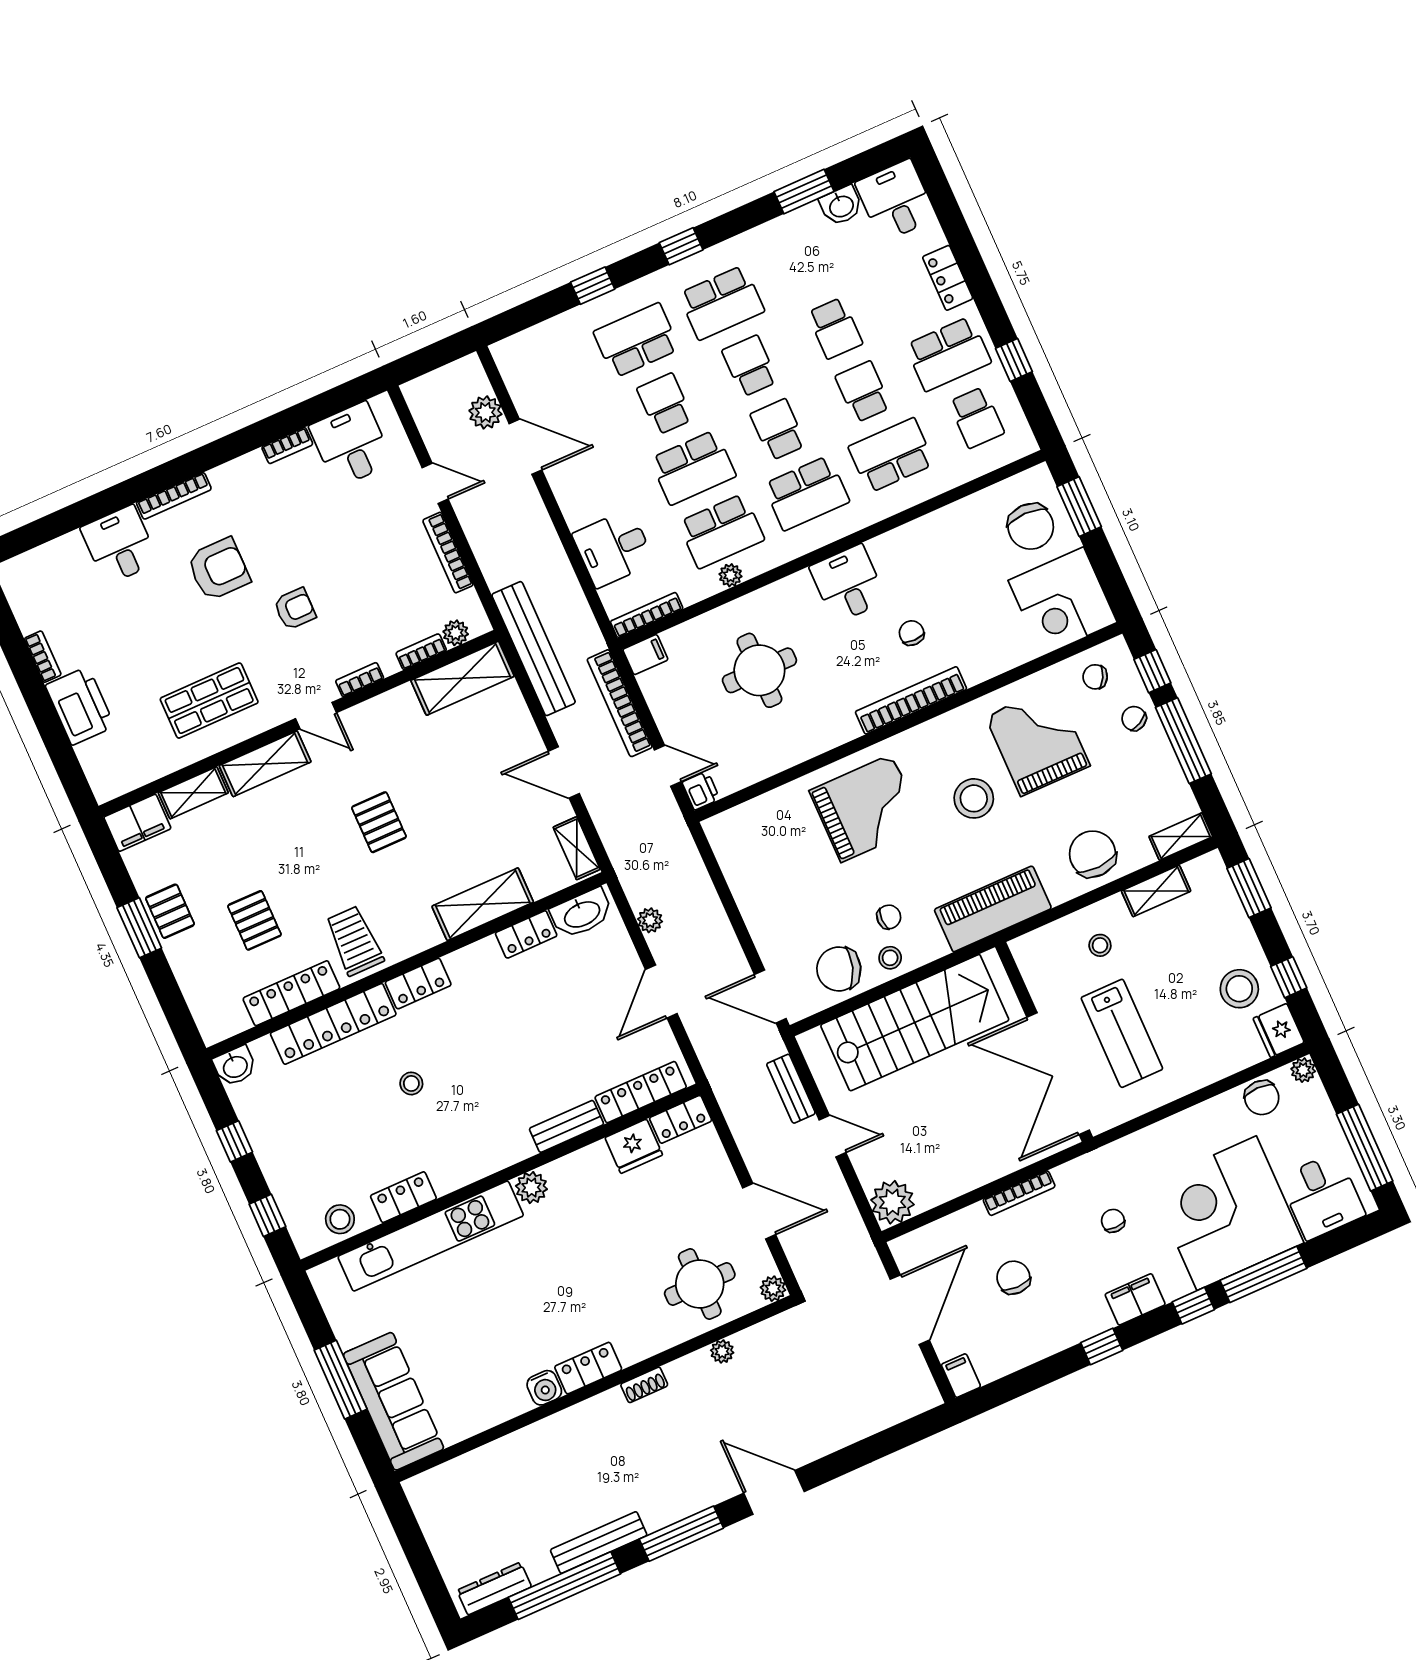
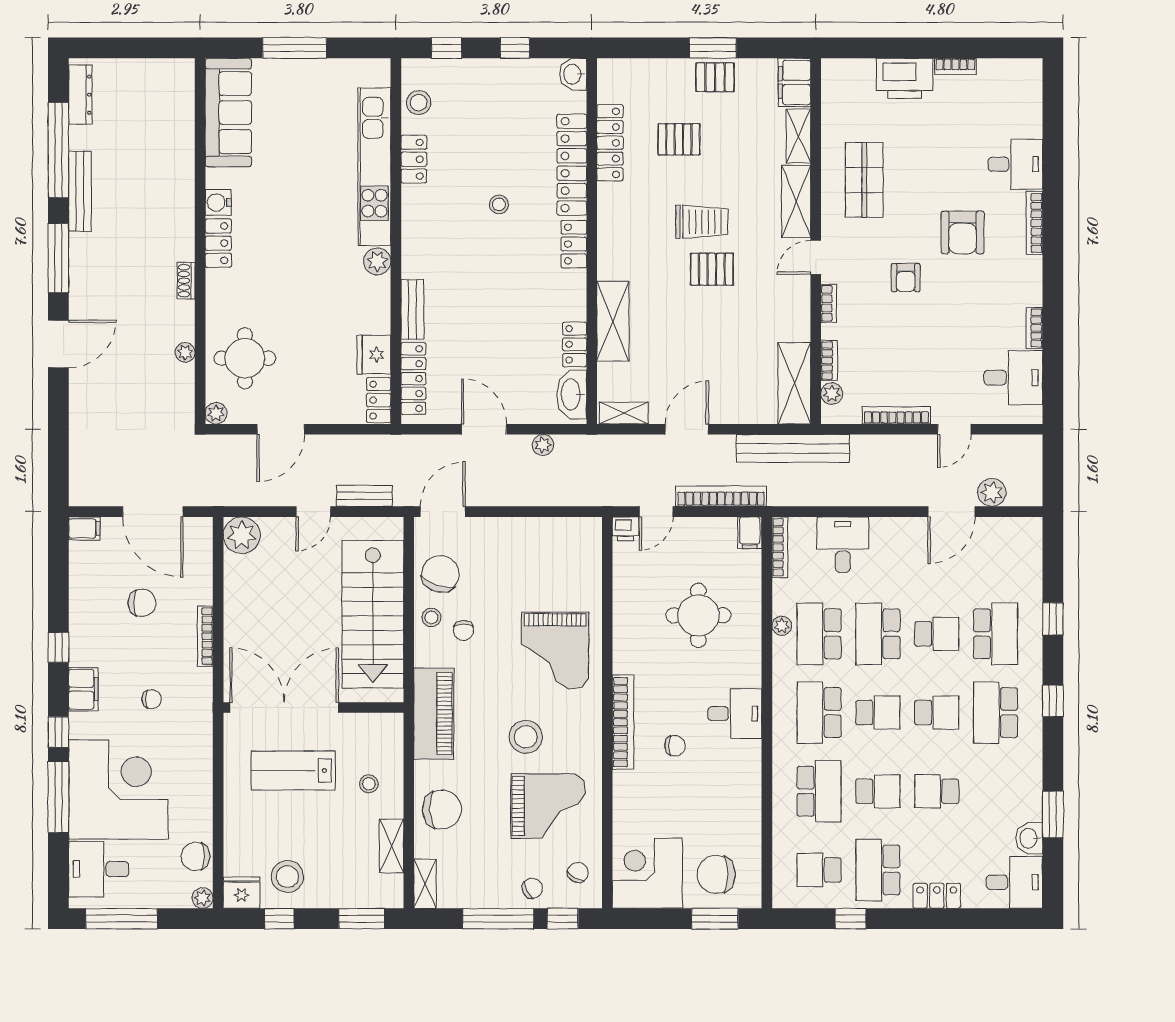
trolley: (354, 941) -> (702, 222), moved
sofa: (393, 1401) -> (228, 113), moved, turned -90

